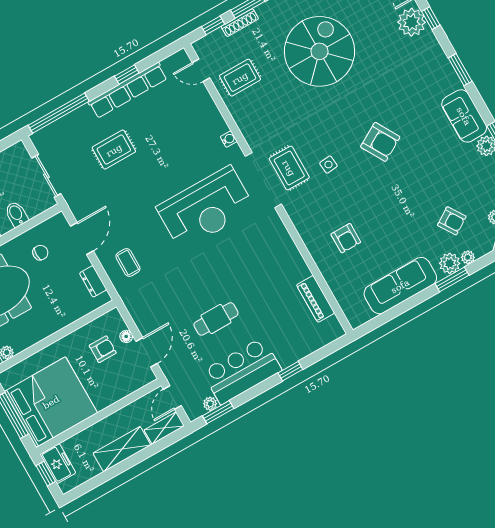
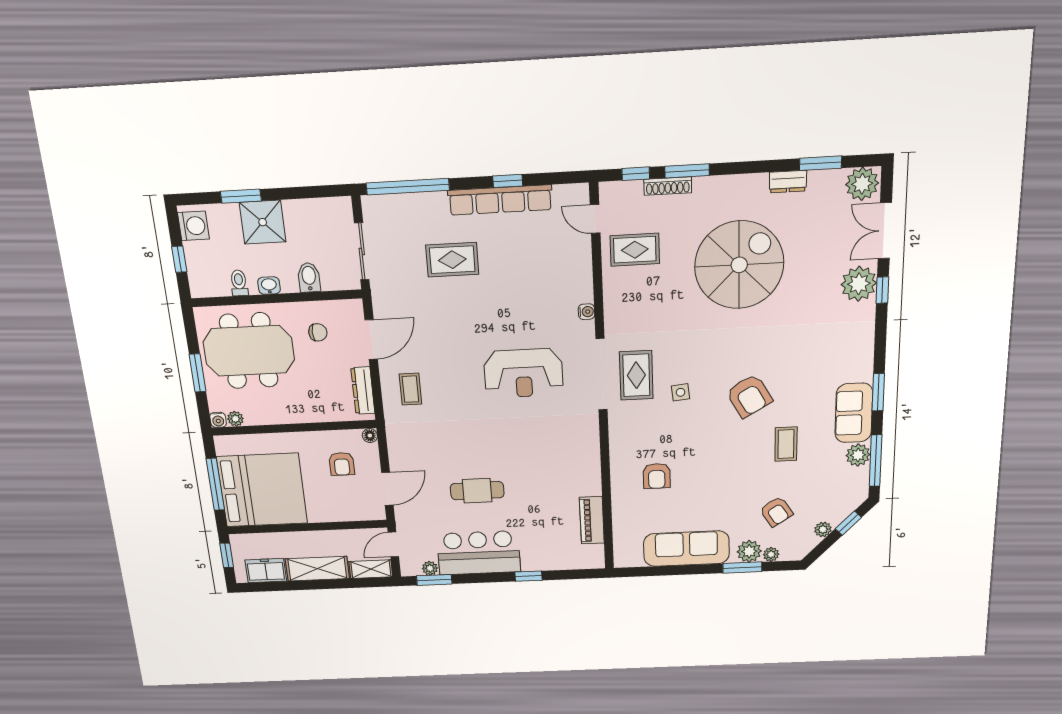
window: (460, 70) -> (878, 392), moved
coffee table: (428, 165) -> (786, 444), added
reception desk: (206, 208) -> (523, 373), width x0.74, depth x0.77
dresser: (93, 281) -> (363, 391), width x1.44
floor lamp: (126, 336) -> (370, 436), moved
armchair: (103, 349) -> (342, 464), turned 90
freezer: (58, 464) -> (266, 571), moved, turned -90

